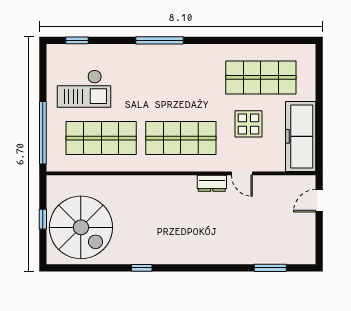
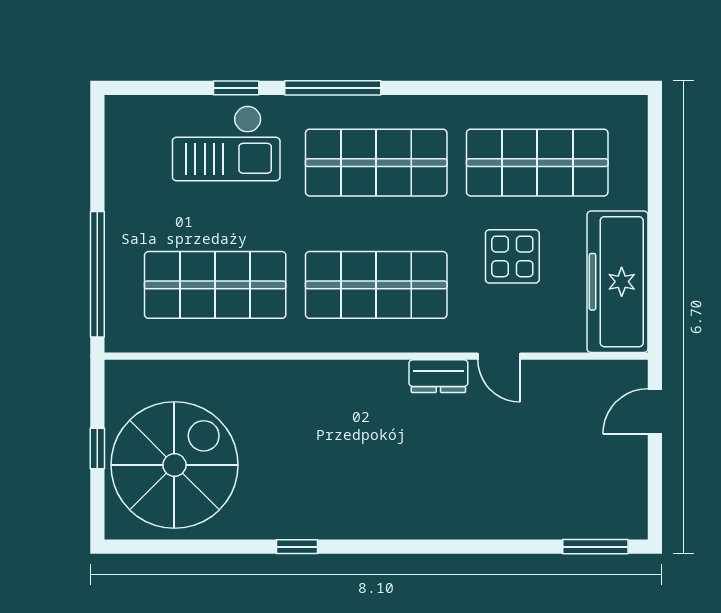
window: (77, 40) -> (236, 88), moved
shop shelf: (181, 77) -> (376, 163), added
checkout: (84, 89) -> (226, 143), moved
spiral stairs: (81, 227) -> (174, 465), turned -90
window: (270, 268) -> (595, 547), moved

